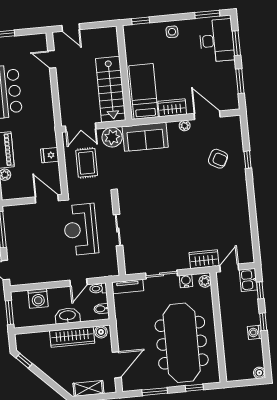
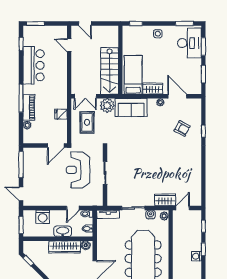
door: (47, 199) -> (56, 145), swing flipped
kitchen sink: (248, 280) -> (196, 218), removed

